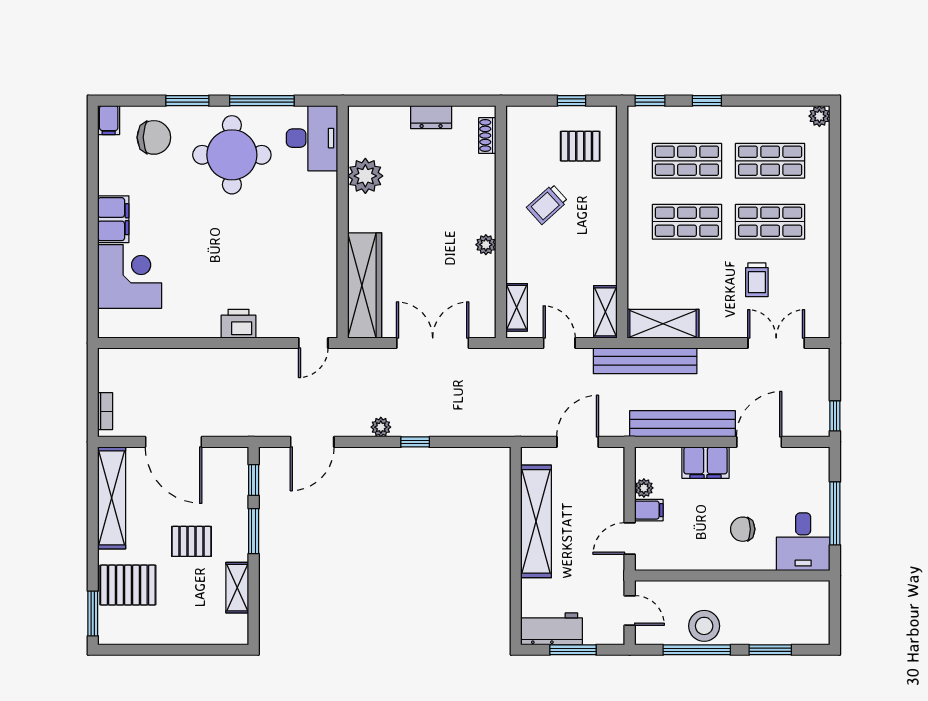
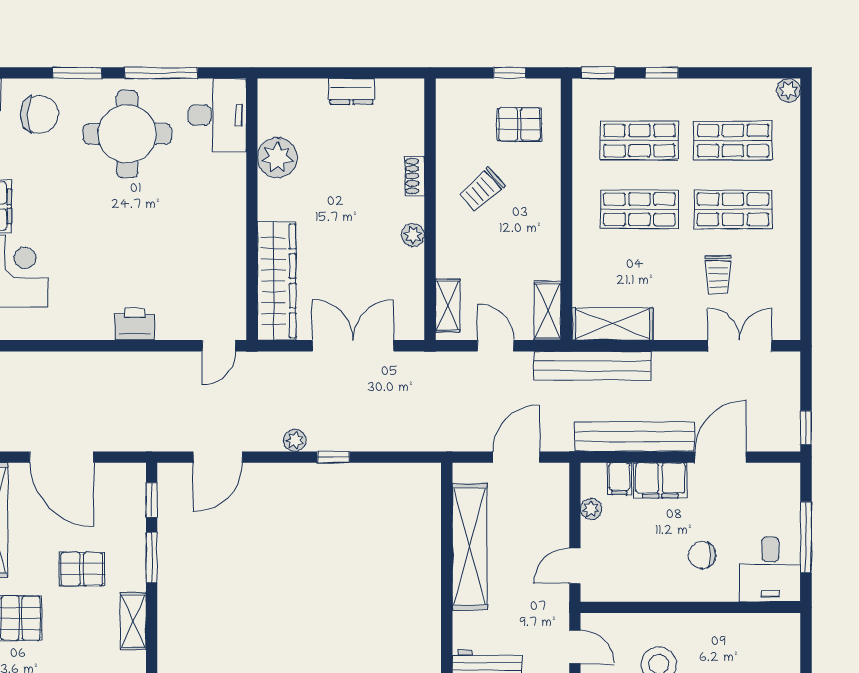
shoe rack: (487, 135) -> (415, 176), moved
filing cabinet: (649, 510) -> (619, 479), moved, turned 90

